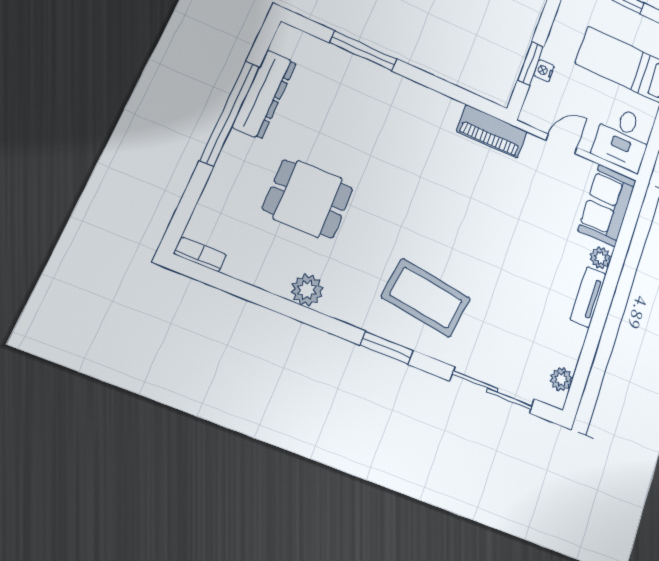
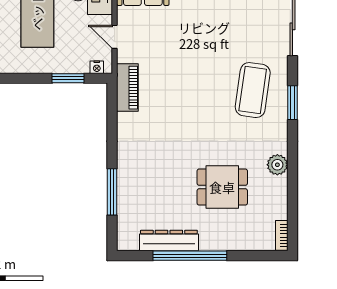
nightstand: (544, 71) -> (97, 67), moved
dining table: (308, 199) -> (222, 187), turned 90

